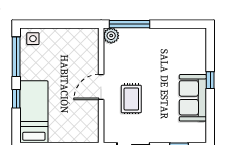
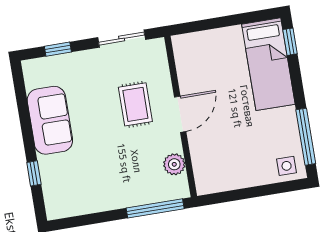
plant: (111, 36) -> (174, 164), moved
window: (210, 80) -> (34, 173), moved
window: (16, 99) -> (290, 42), moved

